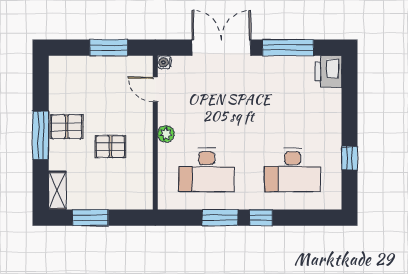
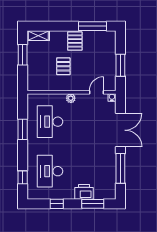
printer: (328, 71) -> (84, 192), moved
window: (349, 96) -> (93, 204), added
window: (41, 135) -> (93, 26), moved
window: (261, 218) -> (23, 177), moved

